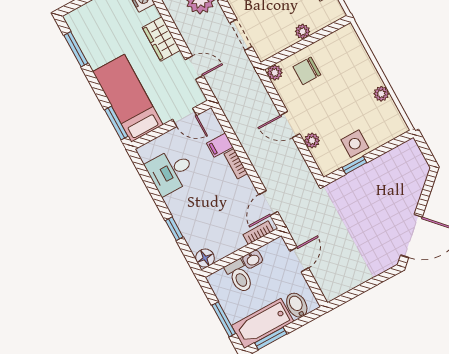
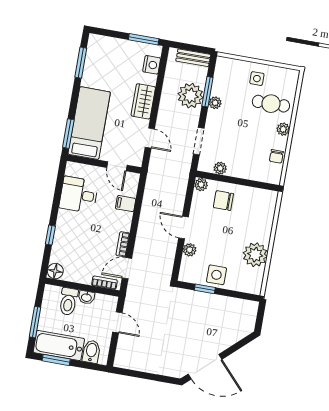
plant: (303, 31) -> (220, 168), moved
plant: (381, 94) -> (255, 255), width x1.88, depth x1.88
bookcase: (236, 164) -> (123, 244), moved
door: (299, 259) -> (117, 322), hinge flipped

